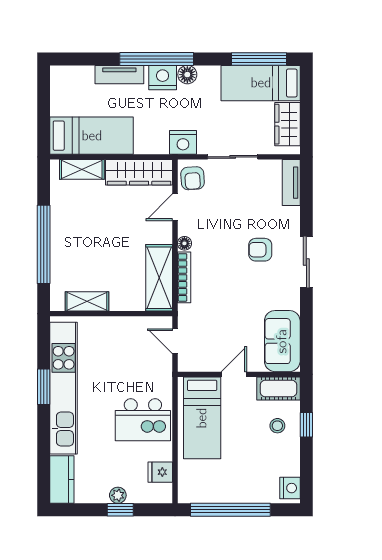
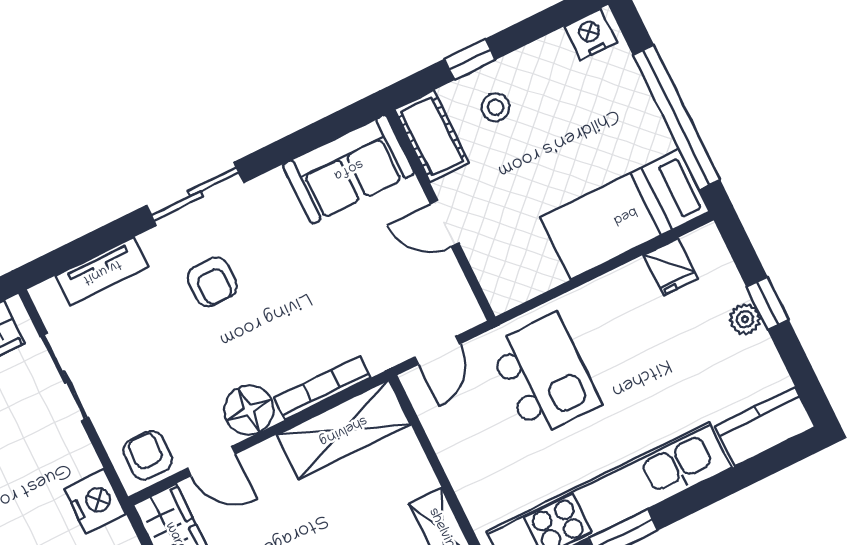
sliding door: (233, 157) -> (64, 377), moved
armchair: (193, 178) -> (148, 456), turned -86
tv unit: (291, 183) -> (102, 271), moved
floor lamp: (184, 243) -> (249, 410), width x1.89, depth x1.89
bed: (202, 418) -> (625, 215), moved, turned 180
kitchen island: (143, 420) -> (544, 375), moved

